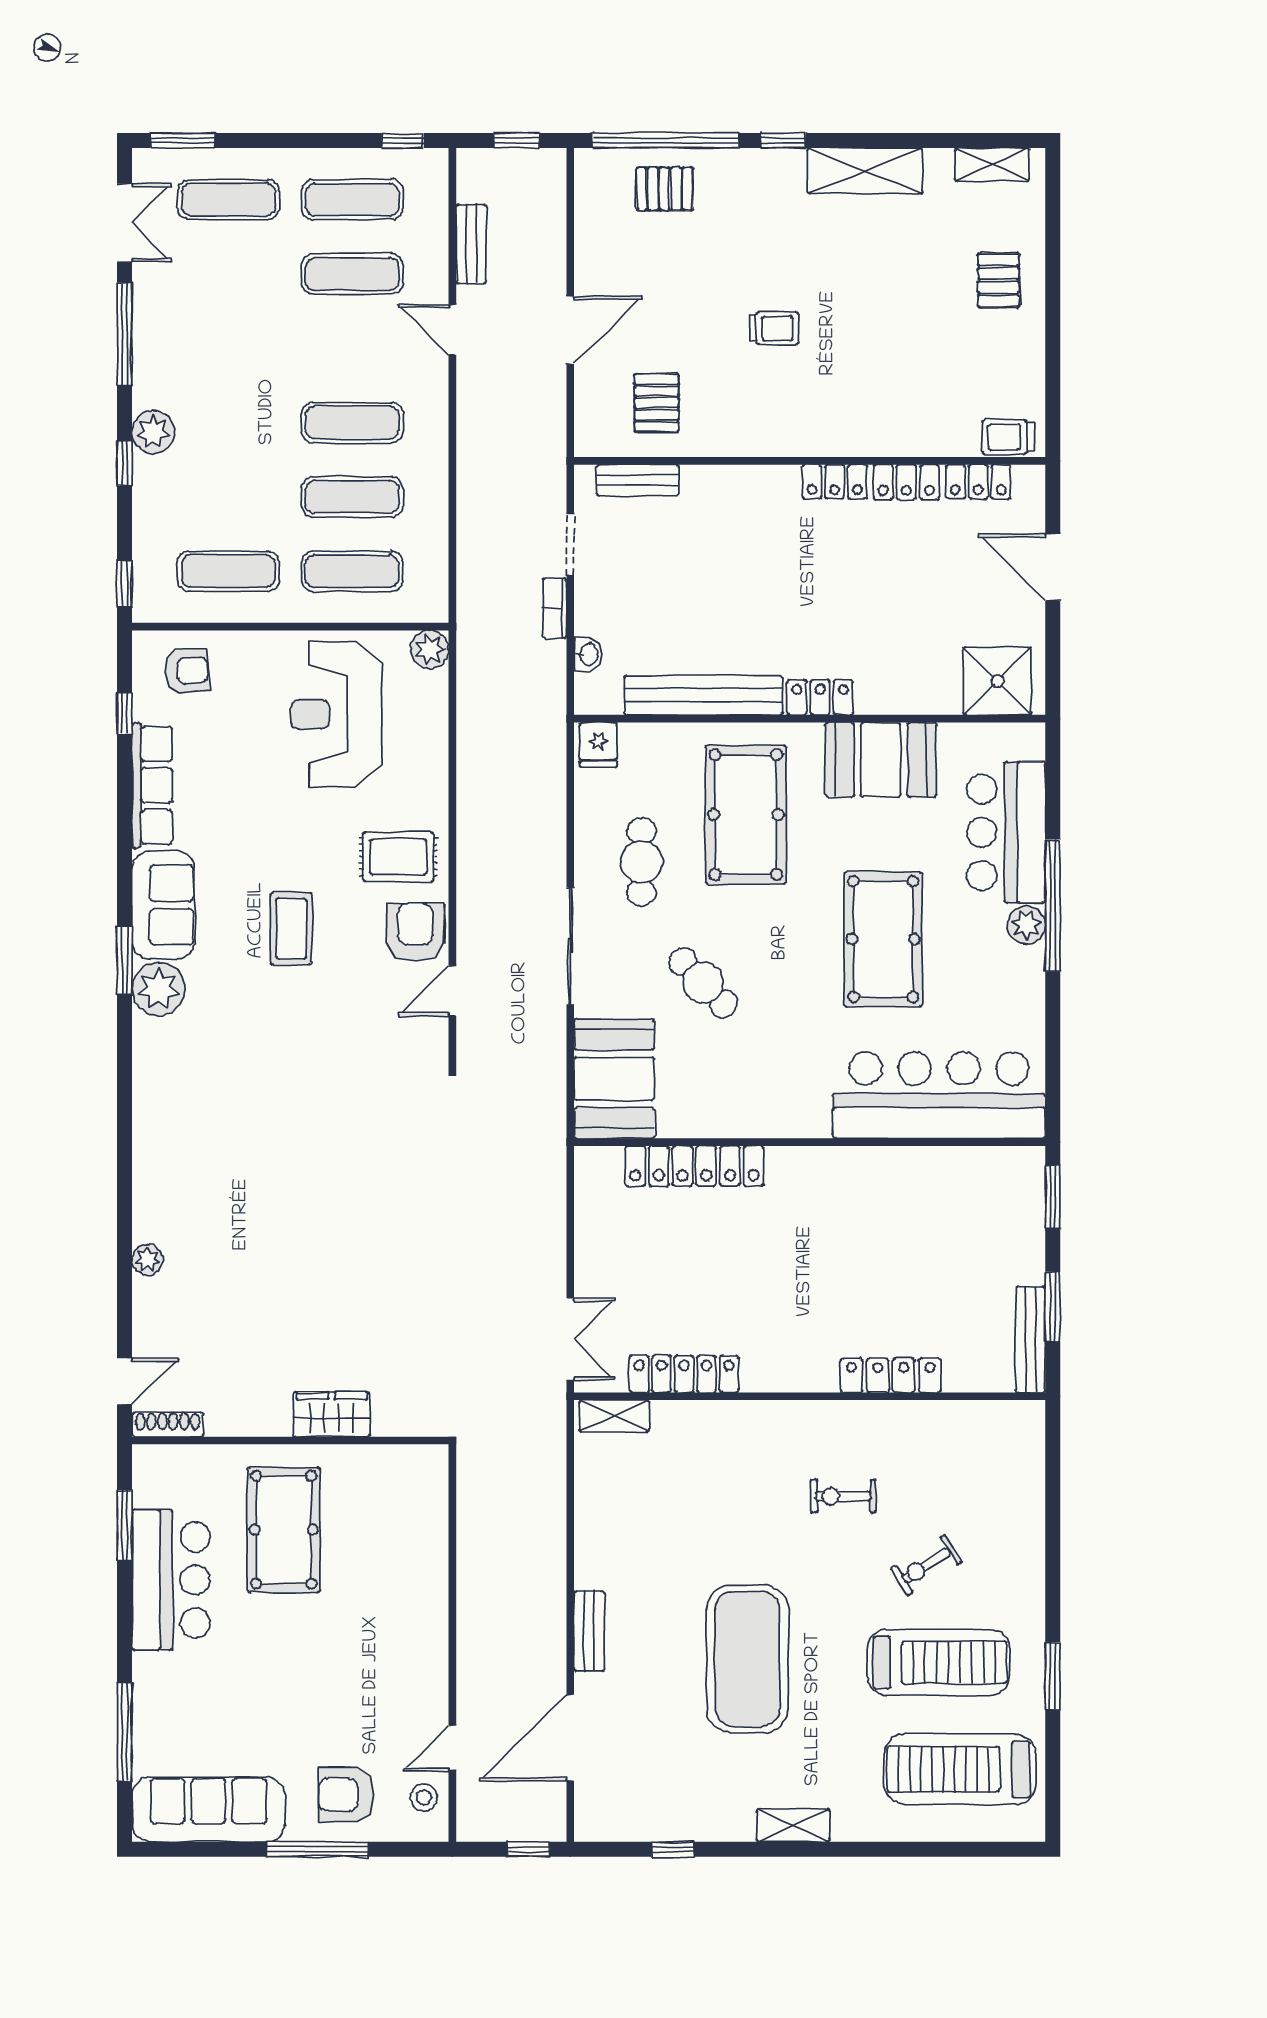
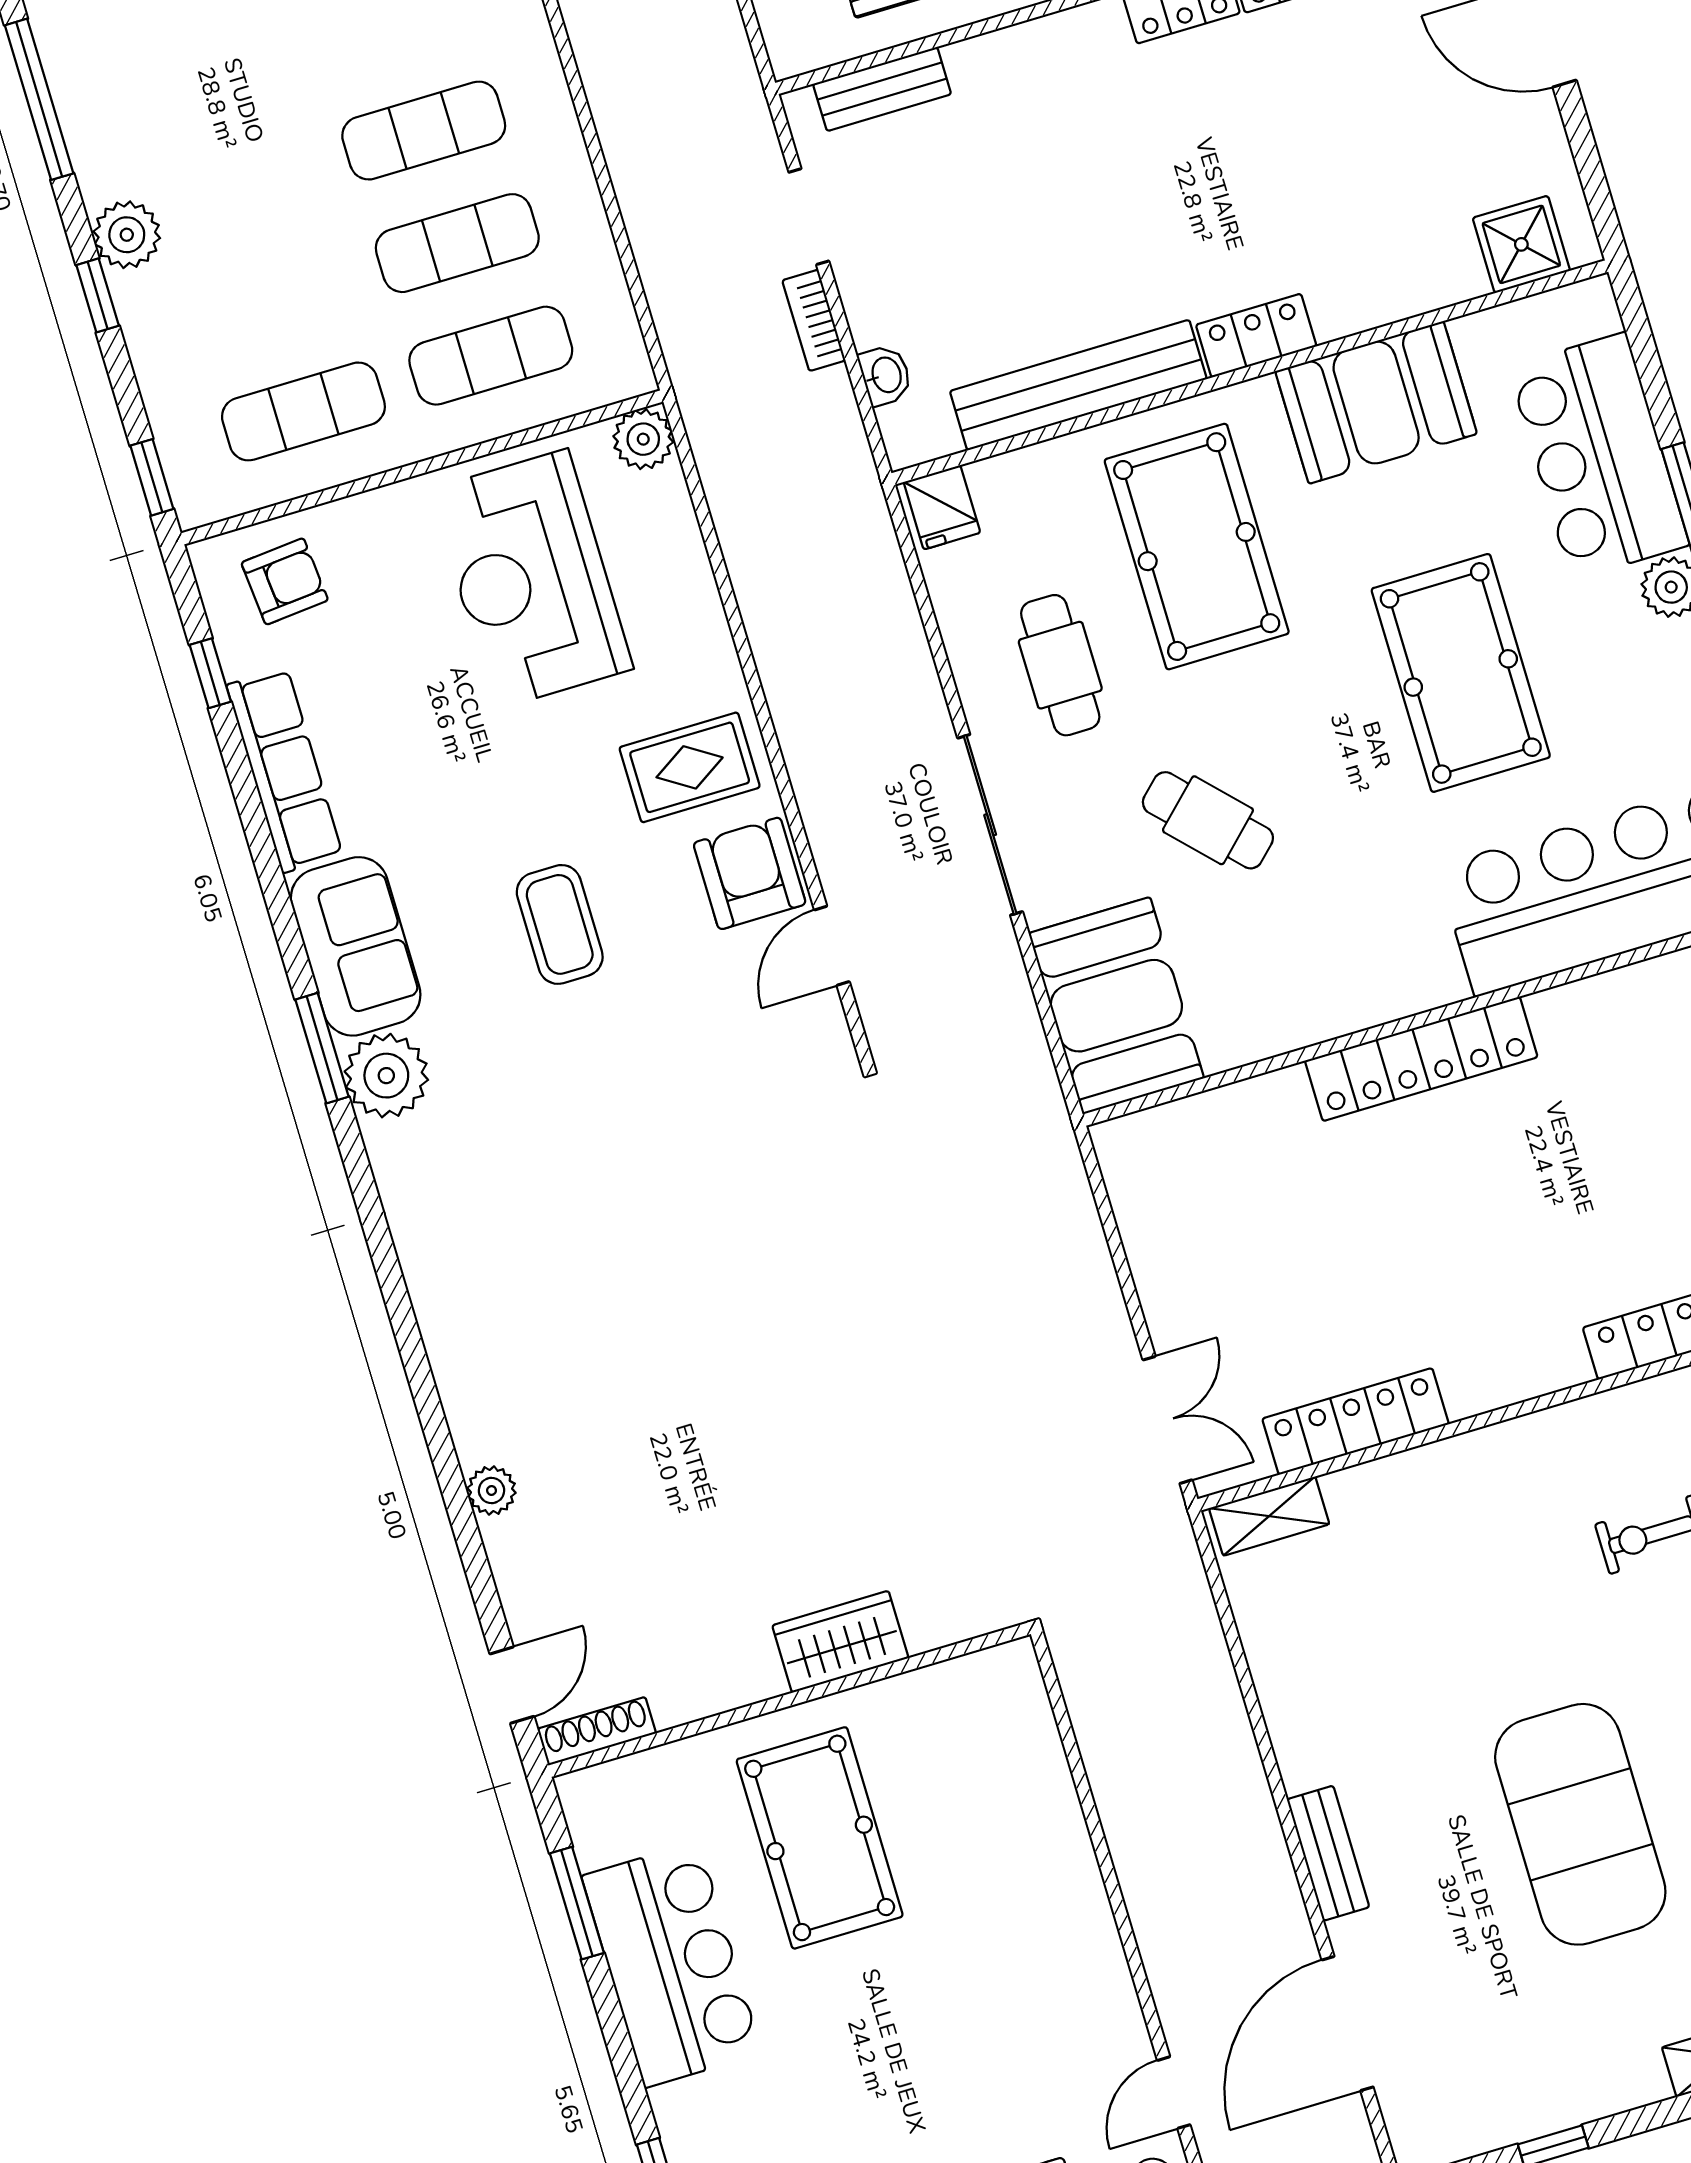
shower: (997, 681) -> (1521, 244), width x0.73, depth x0.73
locker: (694, 1166) -> (1421, 1059), moved

